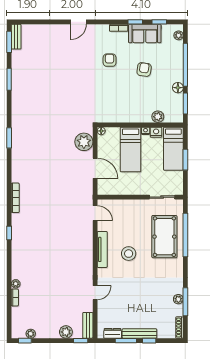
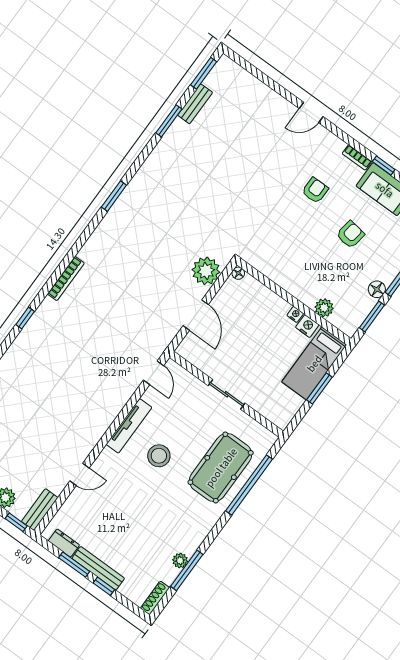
bench: (16, 37) -> (195, 104), moved
bed: (131, 150) -> (259, 324), removed
sliding door: (162, 197) -> (227, 394), moved

